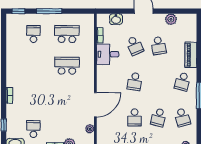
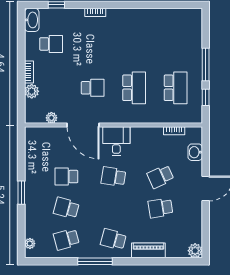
window: (18, 11) -> (206, 97), moved
plant: (171, 19) -> (195, 251), moved
school desk: (33, 34) -> (93, 88), moved
desk: (108, 54) -> (116, 141), moved

